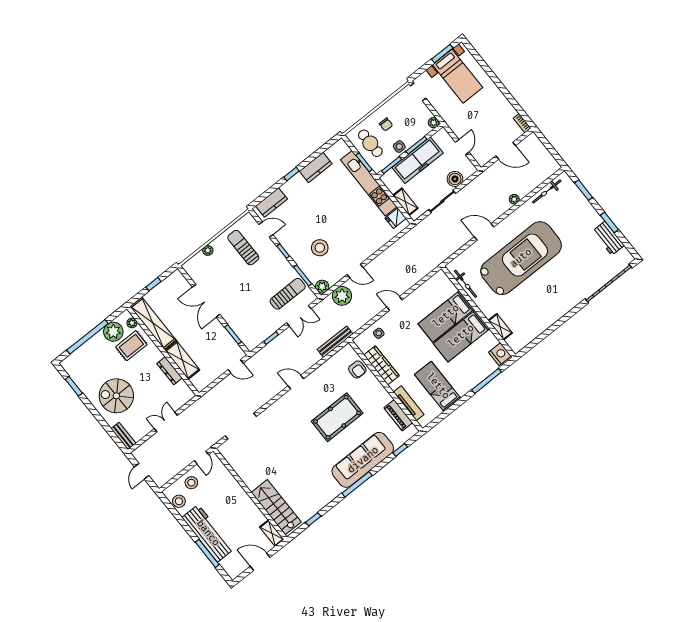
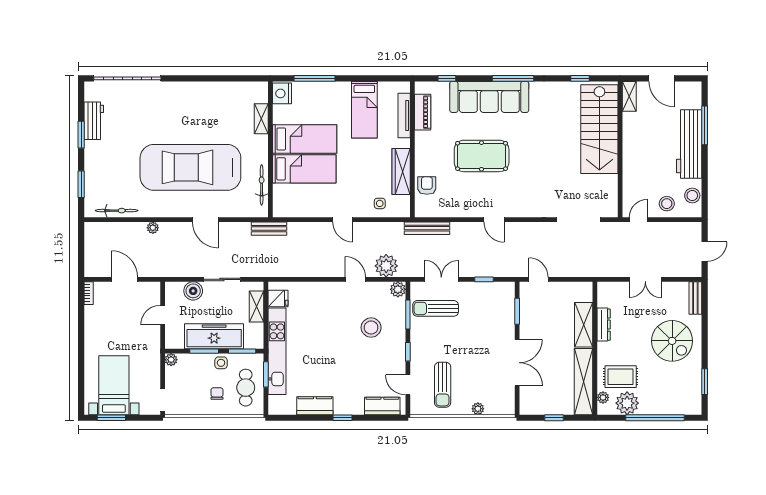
bench: (438, 259) -> (269, 229), added
stairs: (276, 507) -> (599, 129), width x1.36, depth x1.51

